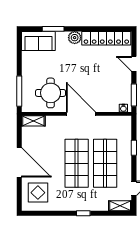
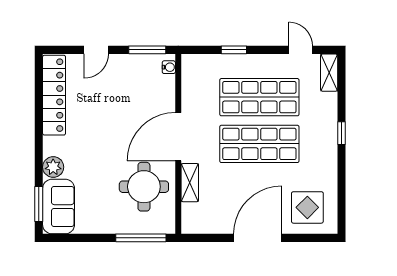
window: (53, 29) -> (39, 204), moved
plant: (75, 38) -> (53, 167), moved
shelving: (33, 121) -> (190, 183), moved

